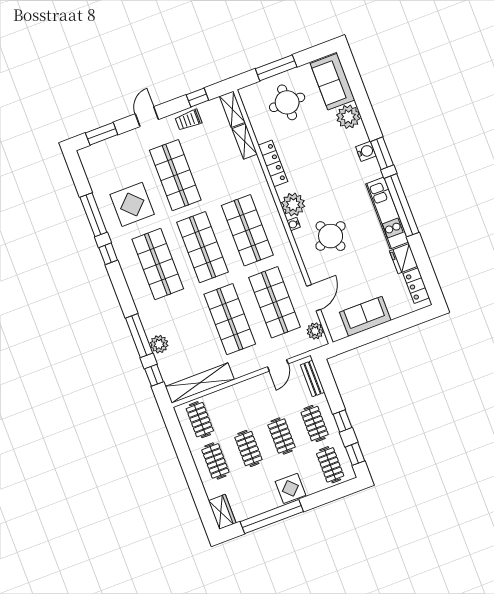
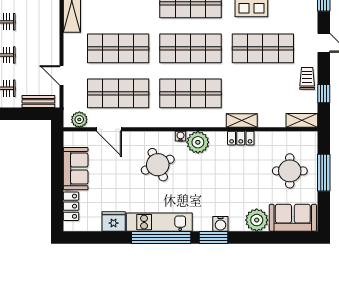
shelving: (245, 141) -> (242, 121), moved
locker: (273, 163) -> (241, 138), width x0.66
locker: (416, 286) -> (71, 206), moved, turned 90

